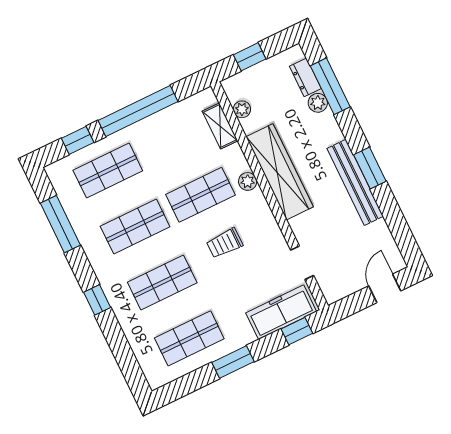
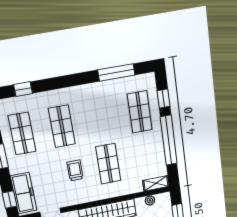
shelving: (220, 126) -> (156, 183), moved
plant: (248, 181) -> (108, 193), removed
shop shelf: (135, 226) -> (101, 119), removed
window: (97, 300) -> (23, 89), moved

